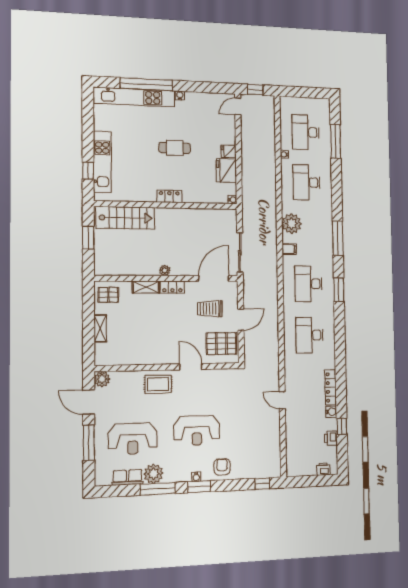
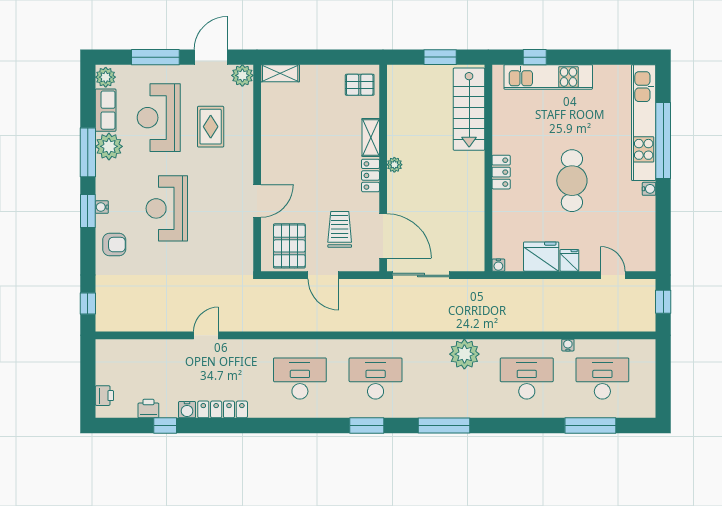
door: (238, 106) -> (613, 275), moved
cafe table: (175, 148) -> (572, 181), width x1.37, depth x1.35
filing cabinet: (289, 249) -> (427, 350), removed
pallet: (108, 295) -> (360, 85), turned 90
shelving: (100, 328) -> (280, 73), moved
rug: (158, 384) -> (211, 127), moved
plant: (104, 479) -> (106, 77), added

